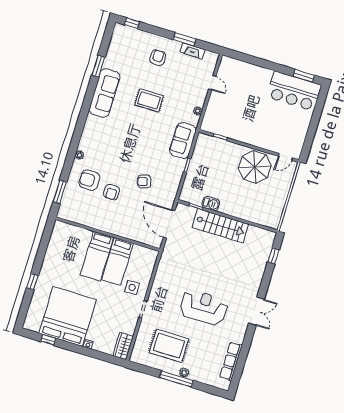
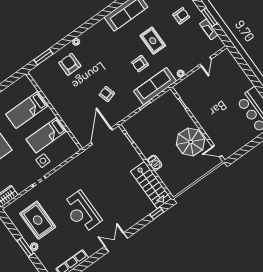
sofa: (183, 140) -> (155, 86), width x1.36
armchair: (112, 192) -> (140, 64), moved
barbecue: (211, 204) -> (154, 163), moved
stairs: (220, 226) -> (151, 185), moved
bed: (97, 256) -> (27, 110), moved
reception desk: (204, 307) -> (82, 212), turned 180
double door: (257, 311) -> (116, 242), swing flipped
window: (176, 379) -> (25, 247), width x0.69

